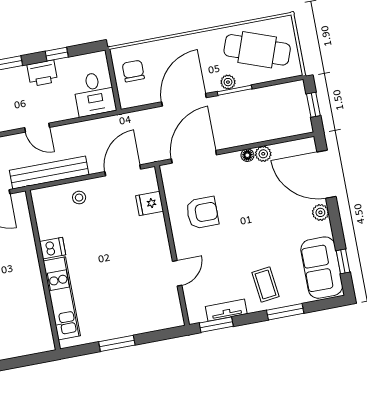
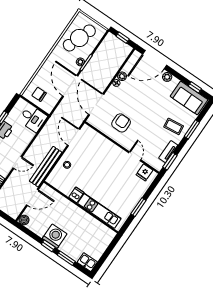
door: (37, 128) -> (17, 162), moved
fridge: (150, 203) -> (144, 172), moved

